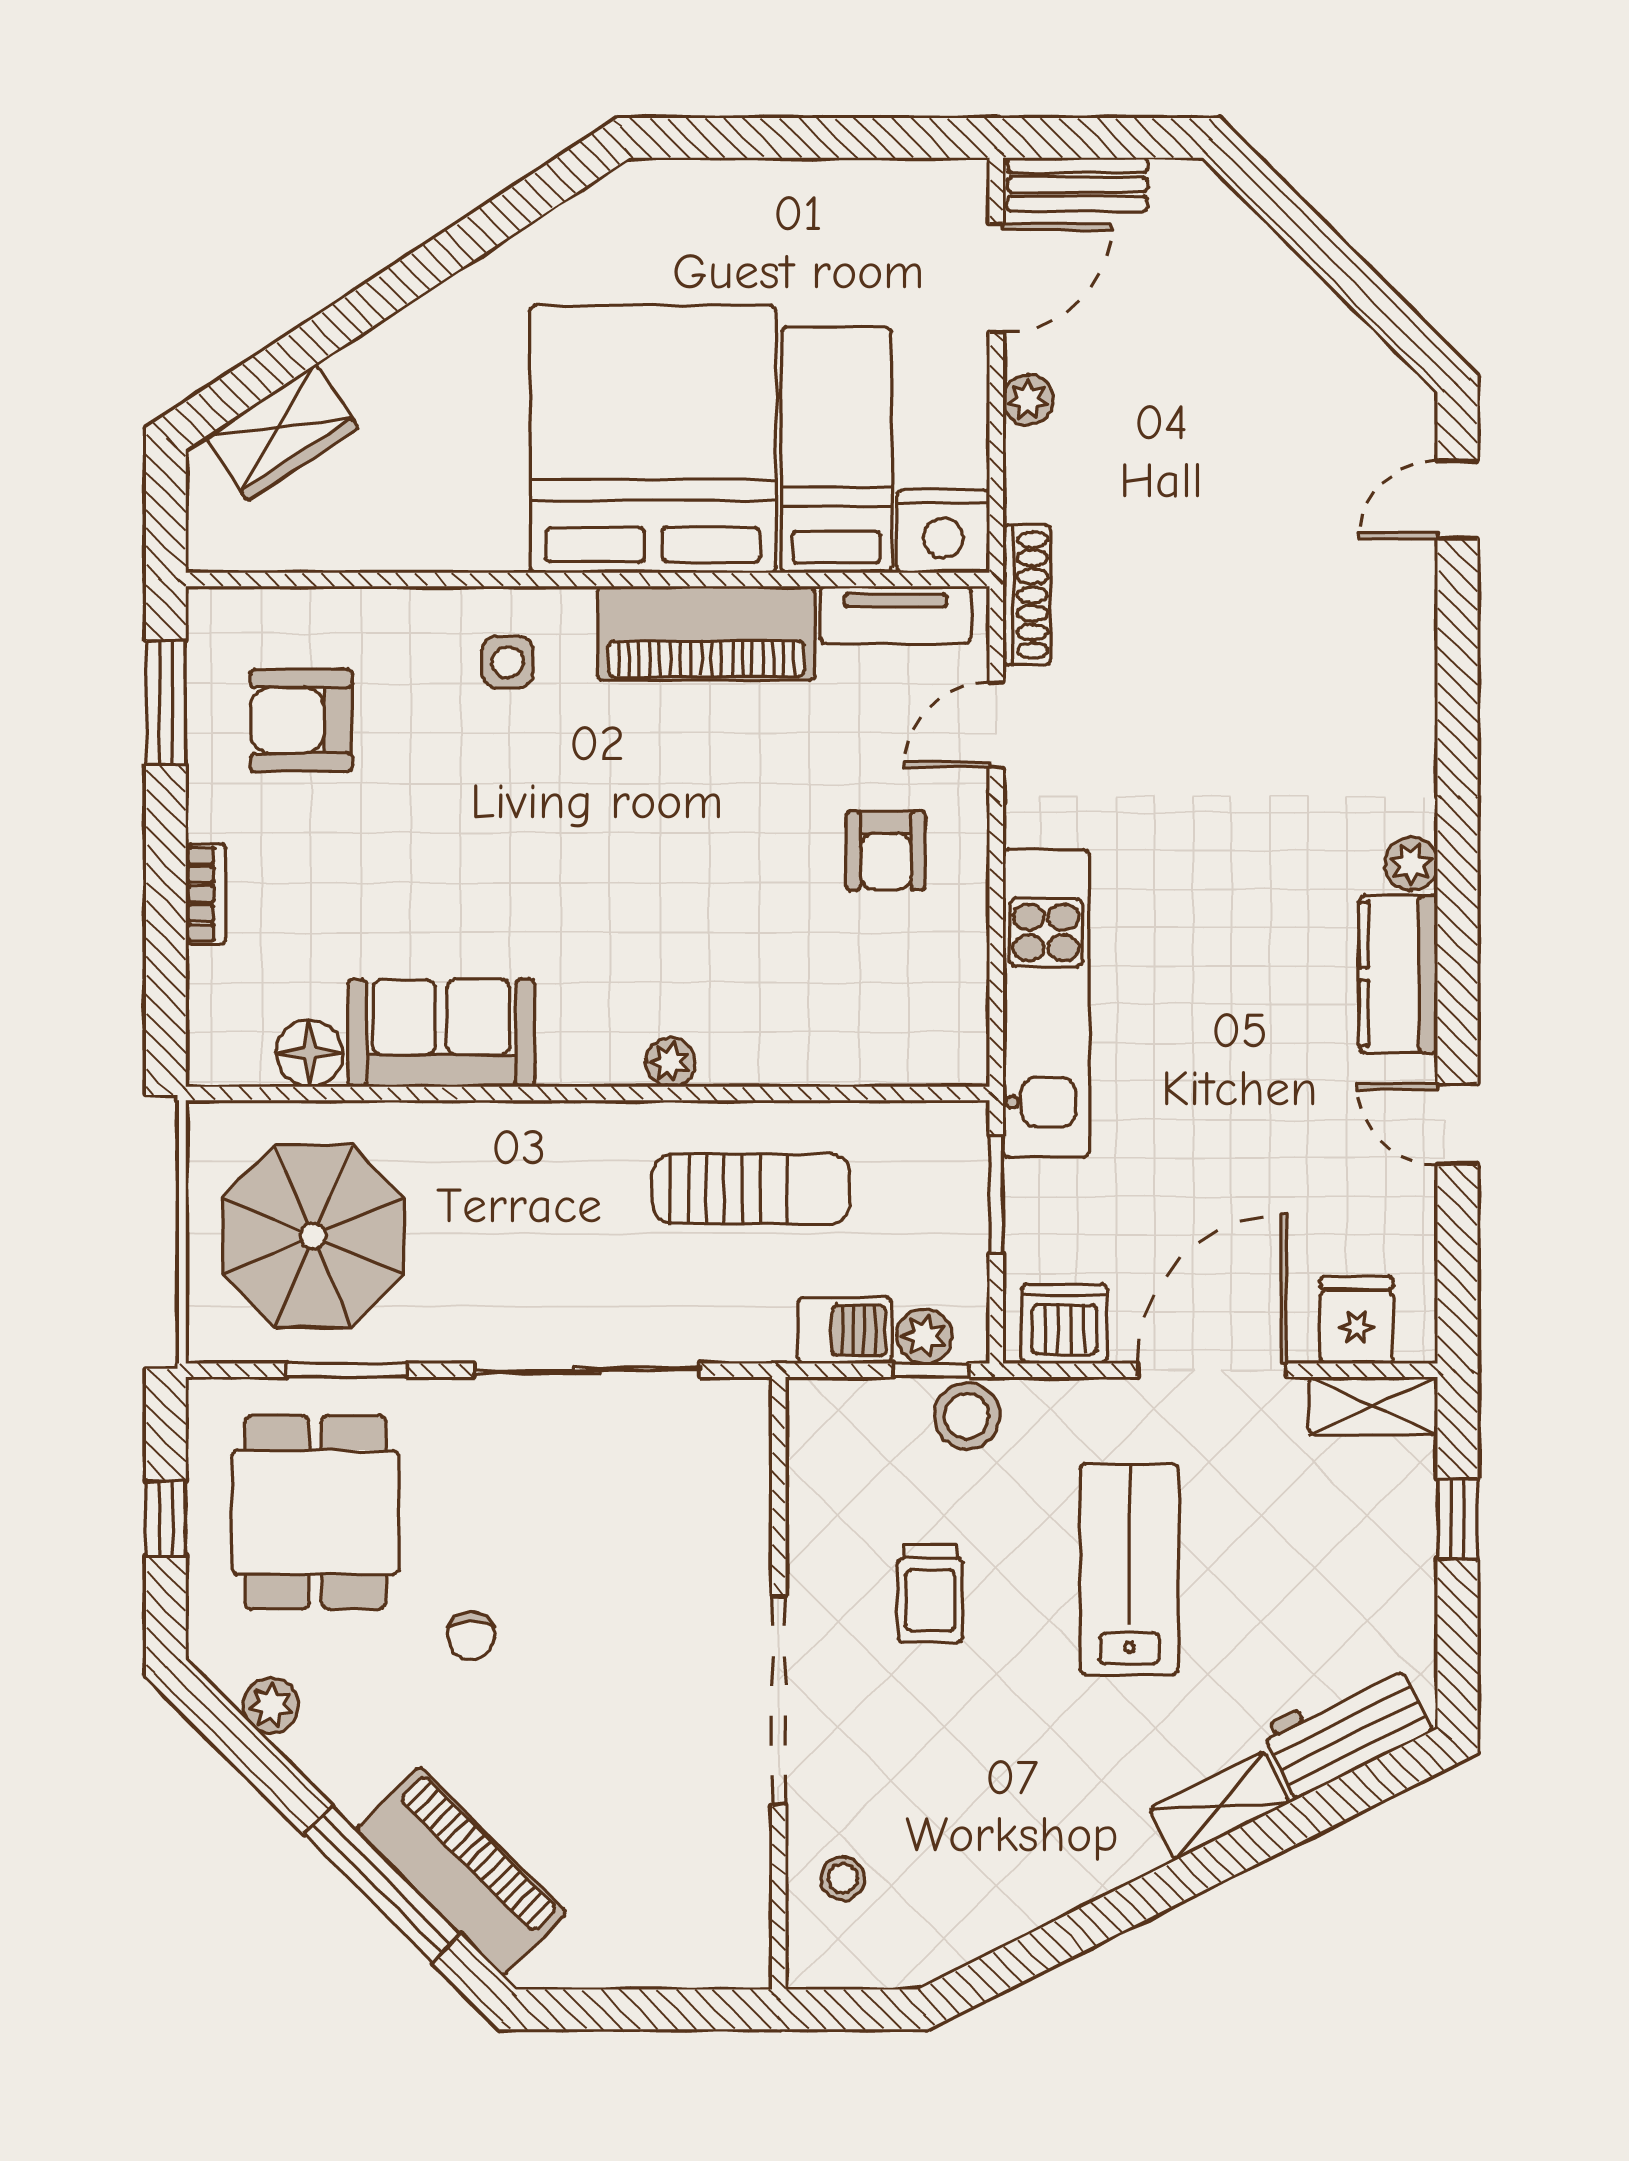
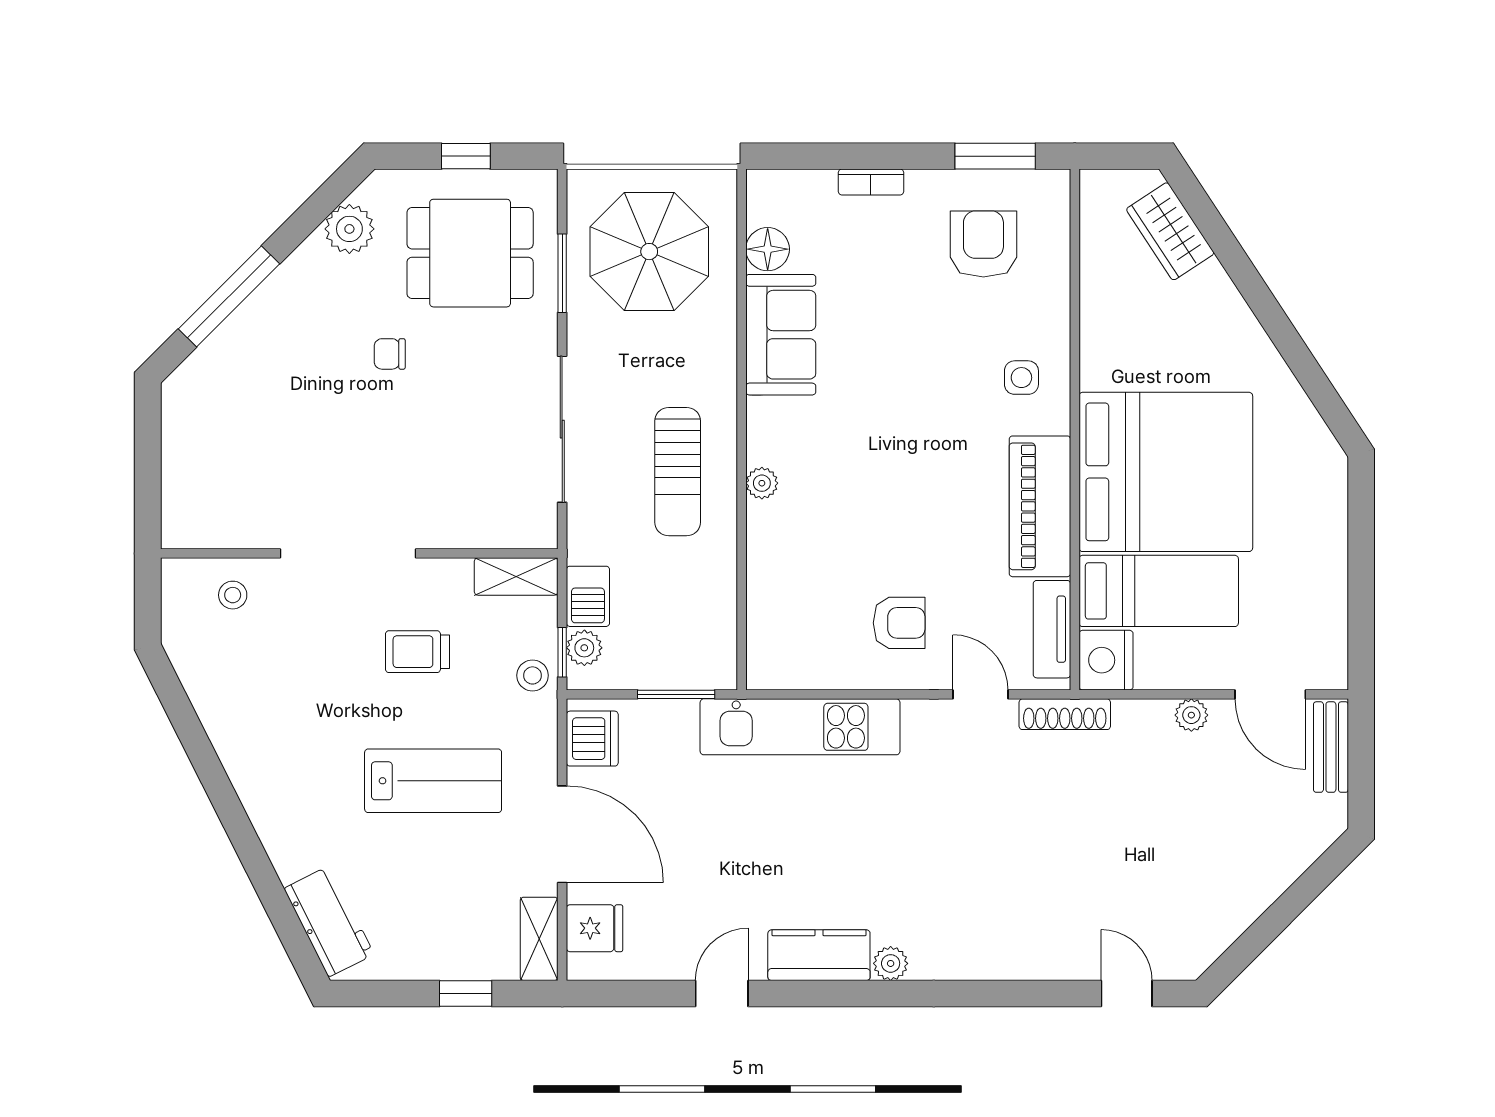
armchair: (886, 850) -> (899, 623), turned 180
sun lounger: (751, 1189) -> (678, 472), moved
stool: (967, 1416) -> (532, 675), width x0.73, depth x0.73
plant: (271, 1706) -> (349, 229), width x1.38, depth x1.38
shelving: (1220, 1806) -> (516, 577), moved, turned -63
piano: (461, 1871) -> (237, 348), removed

